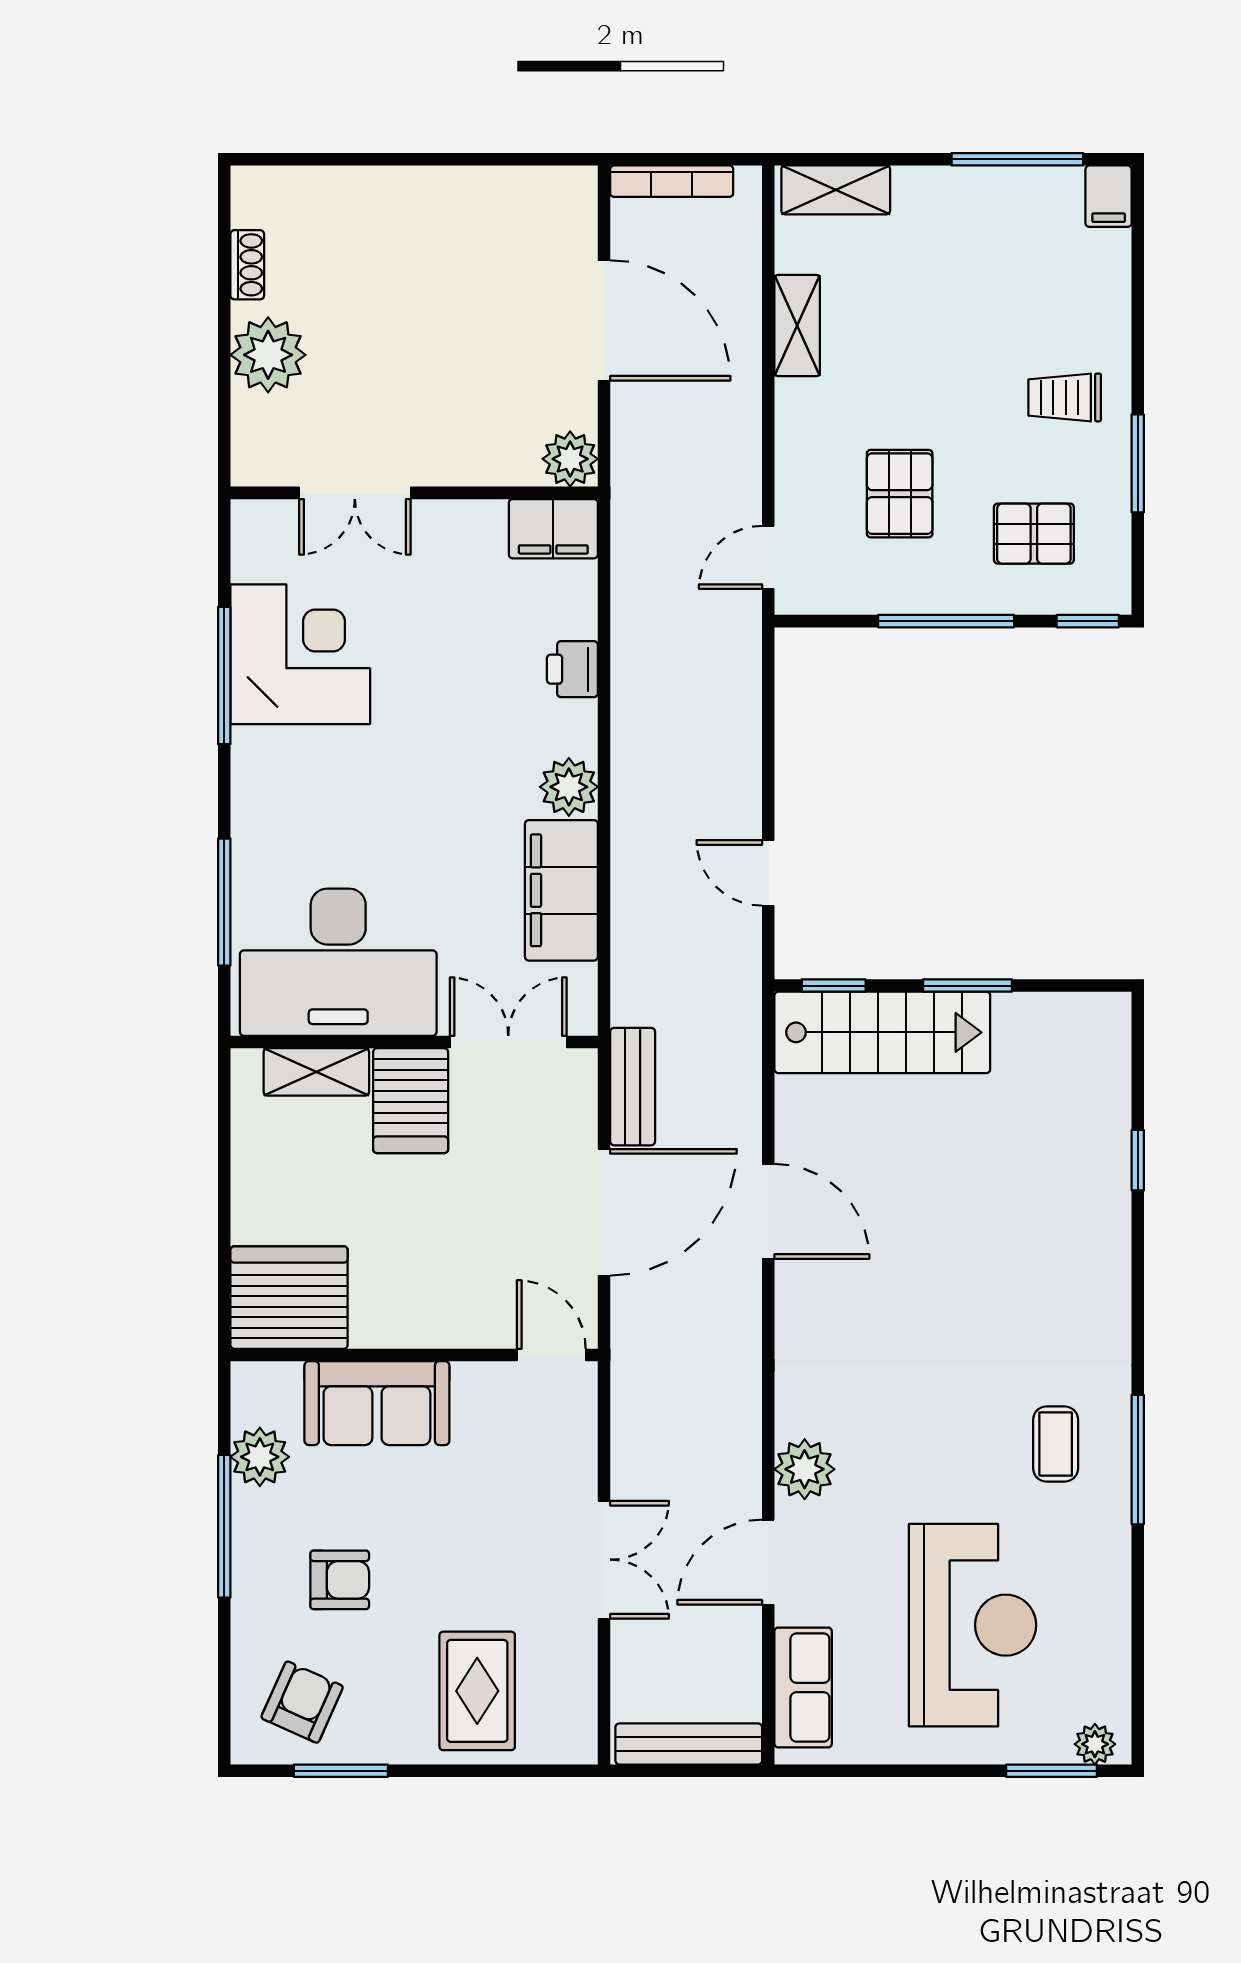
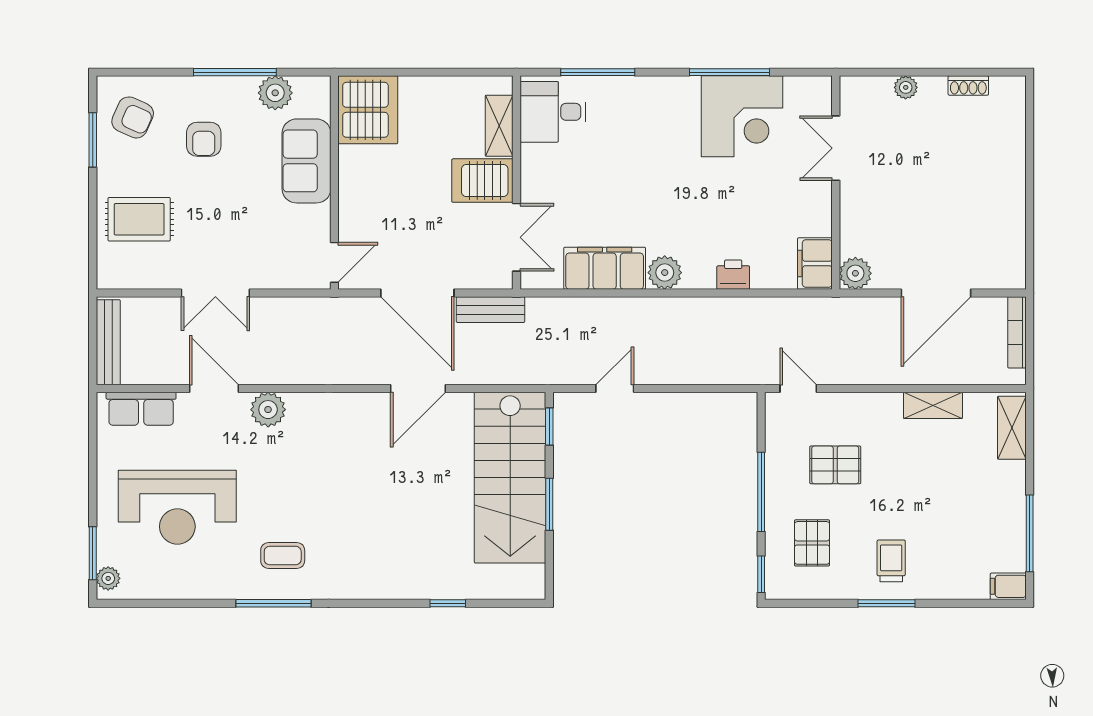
plant: (268, 355) -> (906, 87), width x0.53, depth x0.53
window: (1138, 463) -> (887, 603), moved
desk: (338, 962) -> (553, 112), width x0.53, depth x0.77
stairs: (882, 1032) -> (510, 478), width x1.36, depth x1.51

